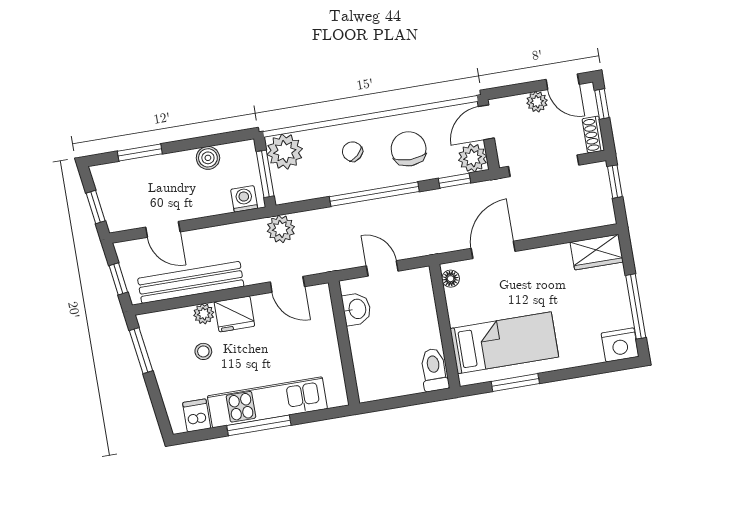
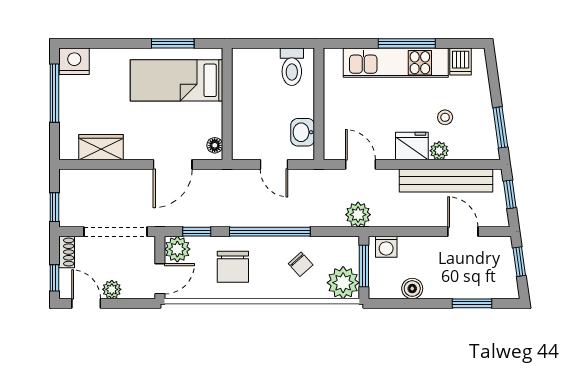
chair: (352, 152) -> (301, 264), moved
wardrobe: (597, 252) -> (101, 147), moved
toilet: (434, 370) -> (292, 67), moved

